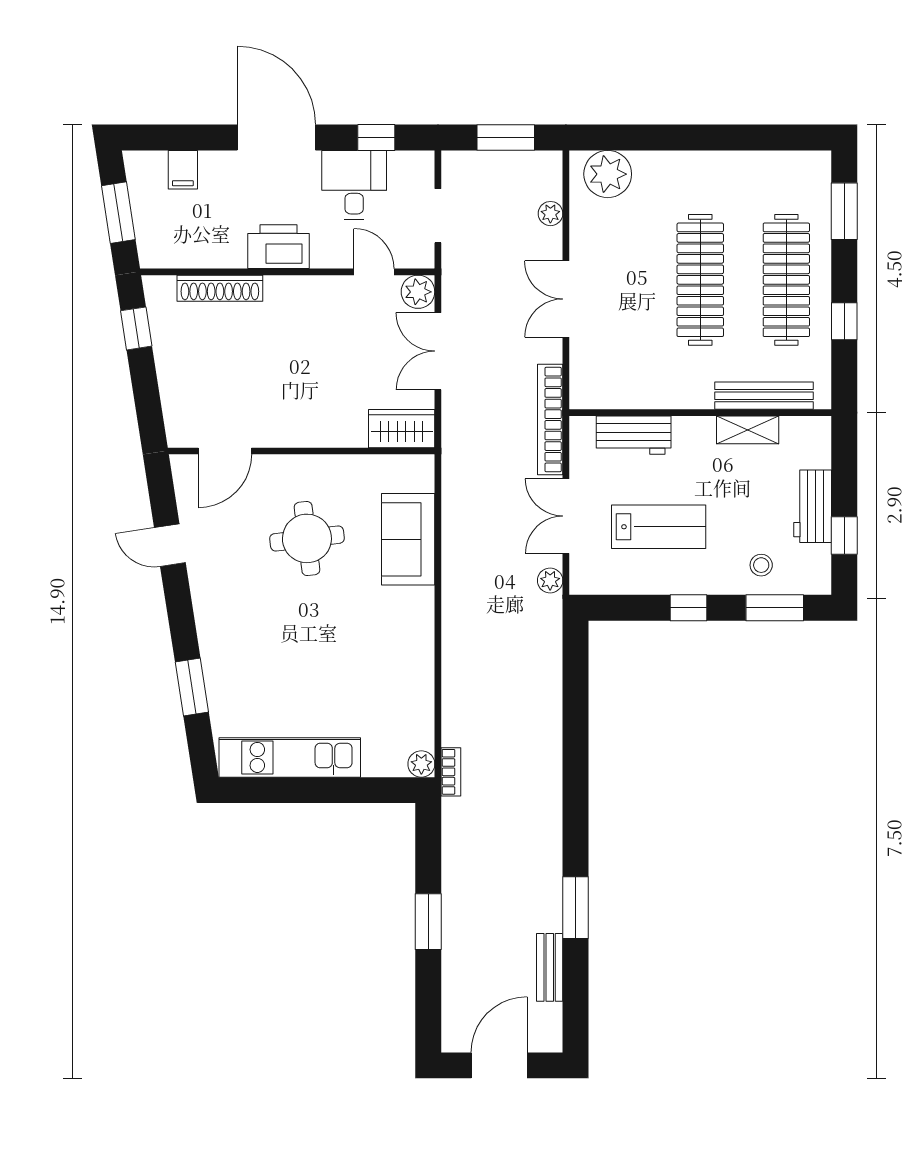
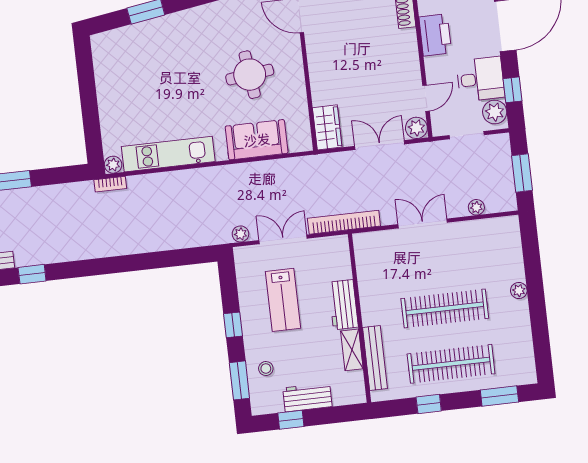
plant: (407, 169) -> (495, 112), added
plant: (608, 174) -> (519, 291), moved, width x0.53, depth x0.53
workbench: (634, 435) -> (343, 305), moved
kitchen unit: (290, 757) -> (168, 154), moved, turned -90
window: (575, 908) -> (32, 274), width x0.67

